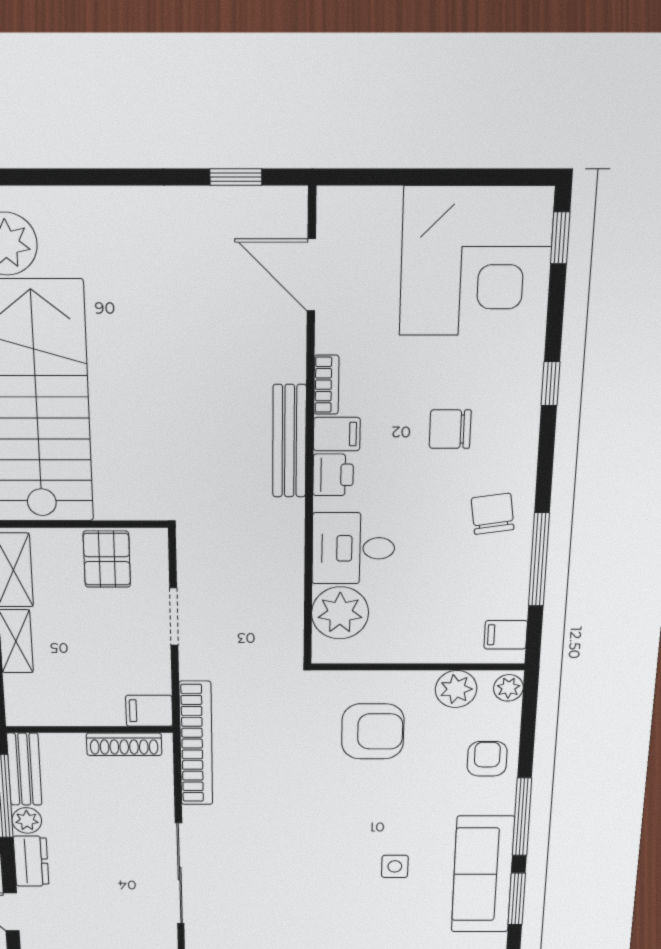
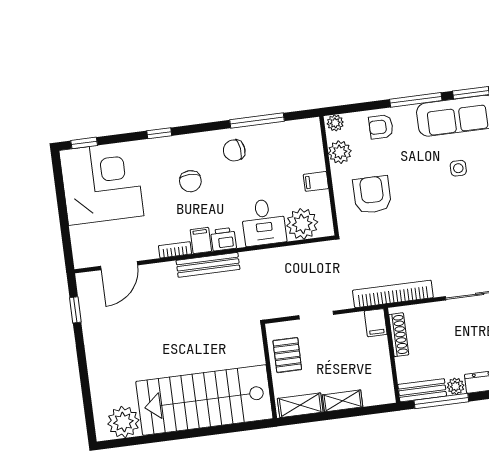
pallet: (107, 559) -> (287, 355), turned 90
filing cabinet: (506, 635) -> (316, 181), moved, turned 90

